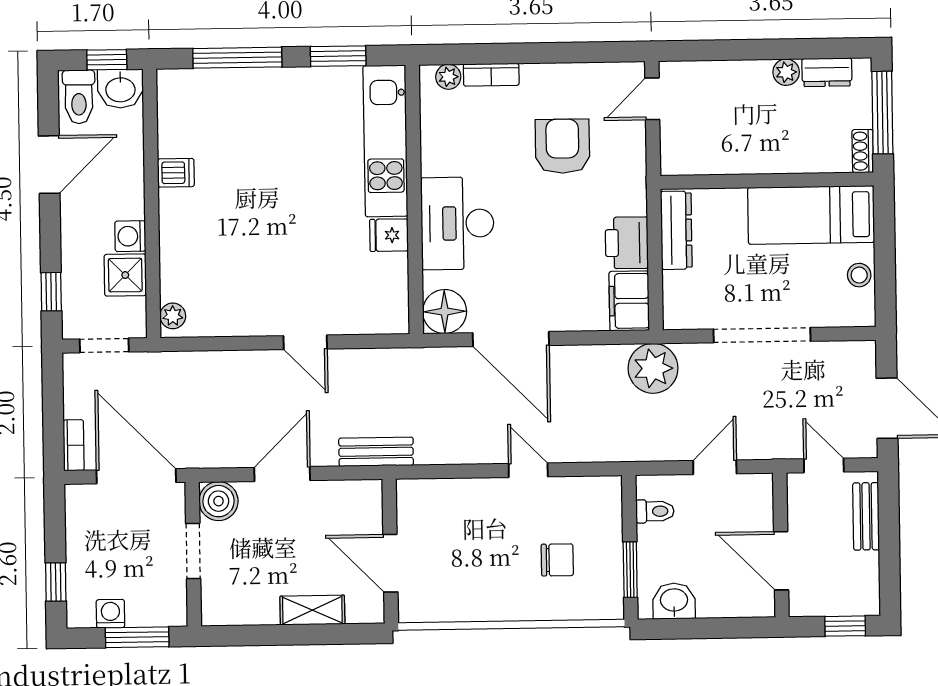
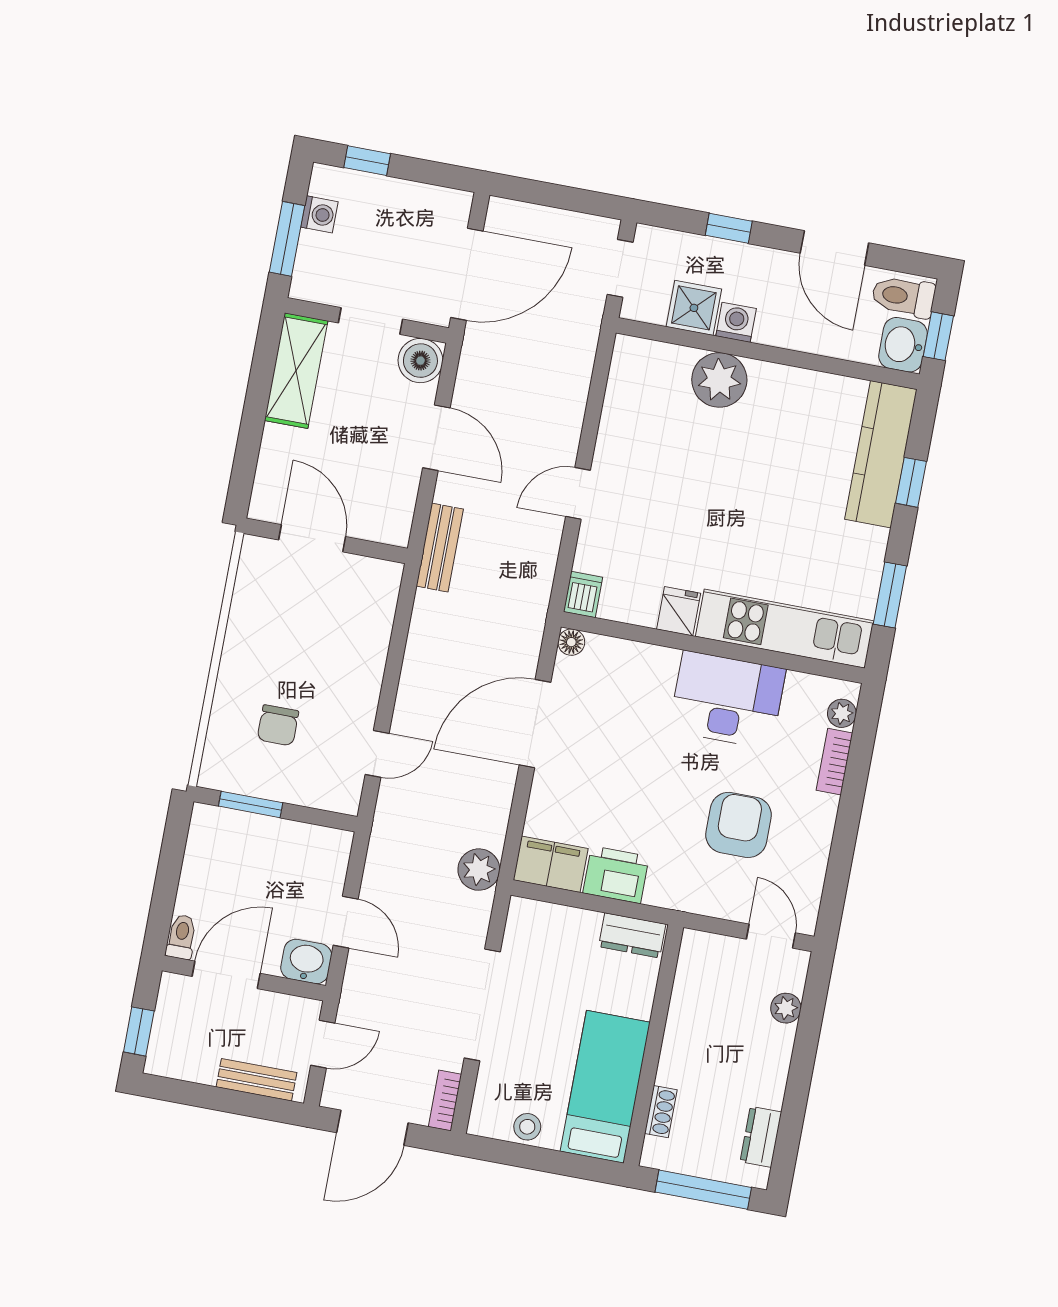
window: (237, 58) -> (911, 482), width x0.46
plant: (786, 72) -> (786, 1008), moved
kitchen counter: (218, 89) -> (881, 454), added
armchair: (562, 146) -> (739, 825), turned -90
shoe rack: (863, 151) -> (661, 1112), moved, turned 90
dishwasher: (176, 173) -> (583, 595), moved, turned 180
desk: (457, 223) -> (727, 700), moved
dresser: (676, 230) -> (632, 935), width x0.70
window: (51, 292) -> (729, 228), moved
floor lamp: (445, 312) -> (571, 642), width x0.53, depth x0.53
plant: (173, 316) -> (719, 380), moved, width x1.88, depth x1.88
plant: (653, 368) -> (479, 870), width x0.73, depth x0.73
bookcase: (74, 445) -> (445, 1100), moved, turned 90
door: (528, 470) -> (377, 754), moved
toilet: (655, 511) -> (181, 937), moved, turned 180
door: (390, 563) -> (312, 538), hinge flipped
washbasin: (674, 601) -> (306, 961), moved, turned -90
shelving: (312, 610) -> (296, 371), moved, width x1.50, depth x1.33

